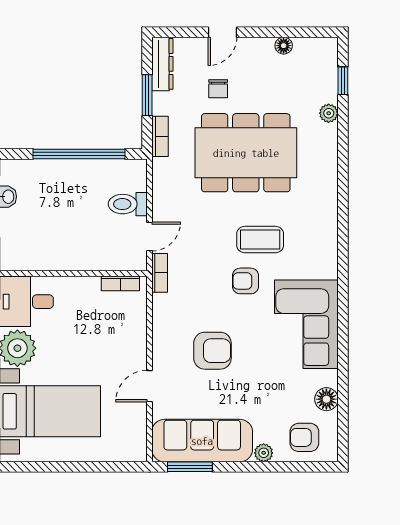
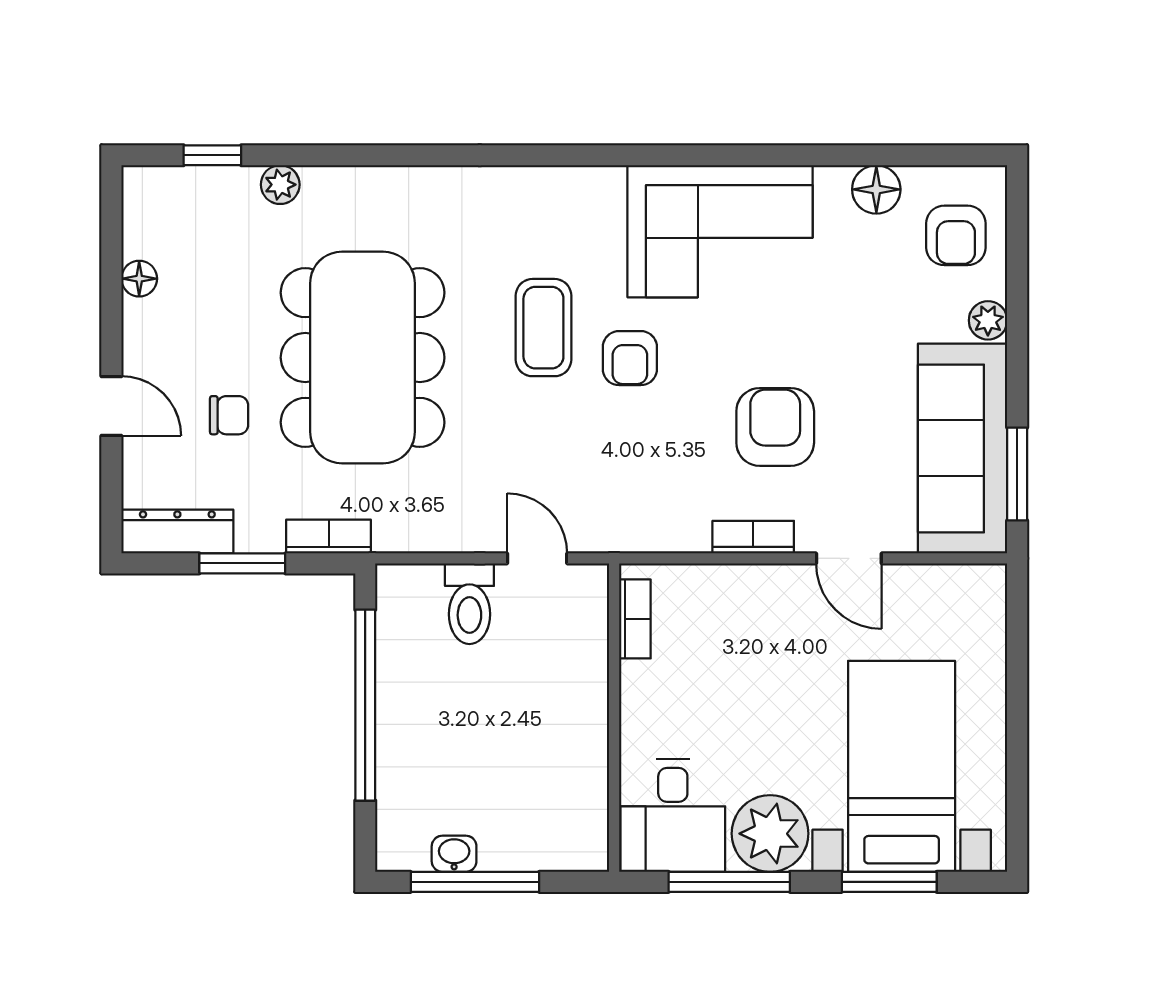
bookcase: (160, 273) -> (753, 537), moved

